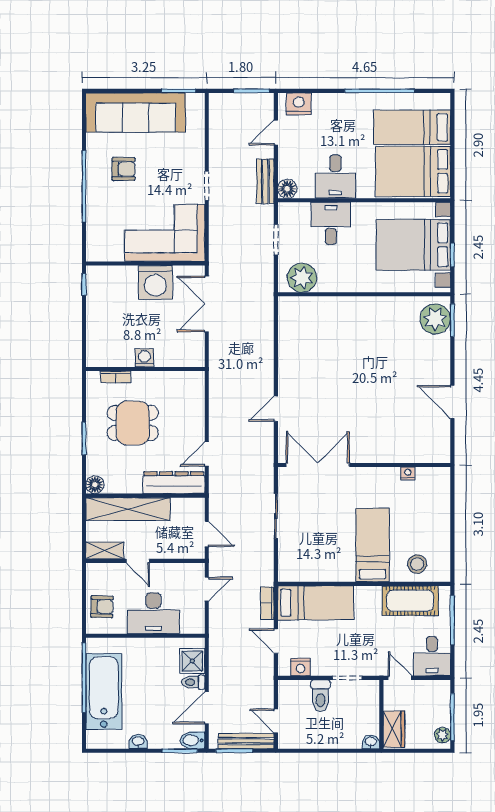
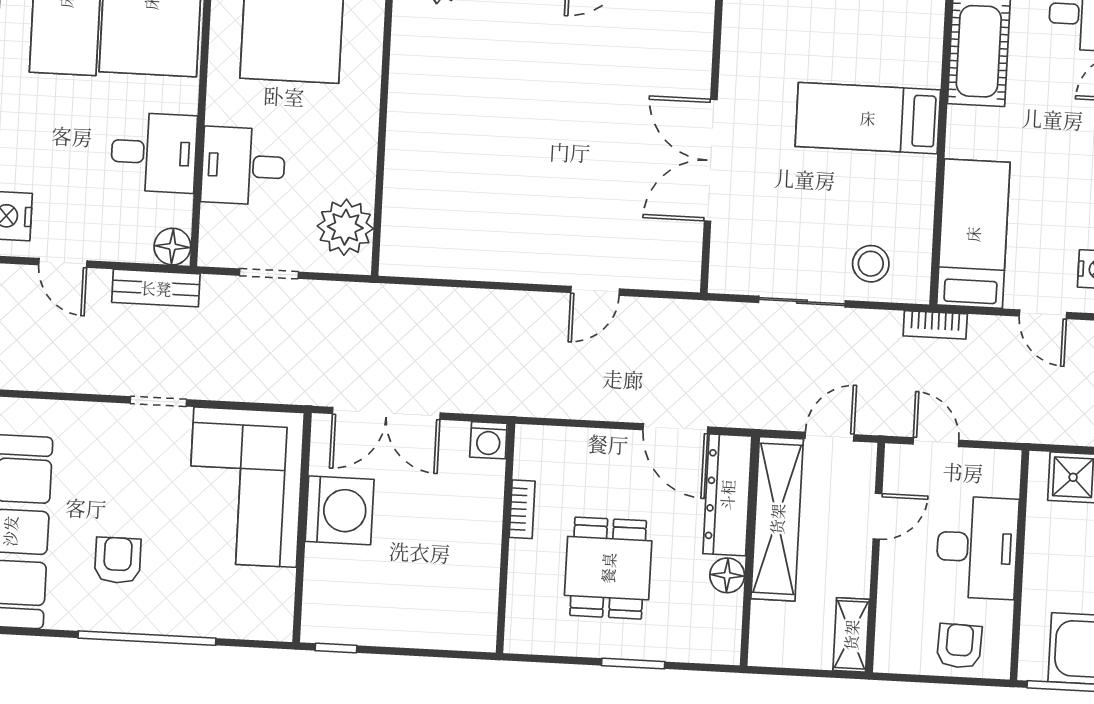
washing machine: (144, 358) -> (488, 440), moved, turned -90
bookcase: (116, 377) -> (522, 509), moved
door: (276, 409) -> (595, 291), hinge flipped
door: (207, 454) -> (675, 428), width x1.38
double door: (318, 465) -> (711, 160), moved
nightstand: (408, 473) -> (733, 43), removed
floor lamp: (95, 485) -> (727, 575), moved
shelving: (128, 509) -> (777, 519), moved
door: (138, 561) -> (877, 516), moved
stool: (417, 564) -> (871, 264), moved
bookcase: (267, 603) -> (935, 325), moved
door: (276, 641) -> (1043, 314), hinge flipped

